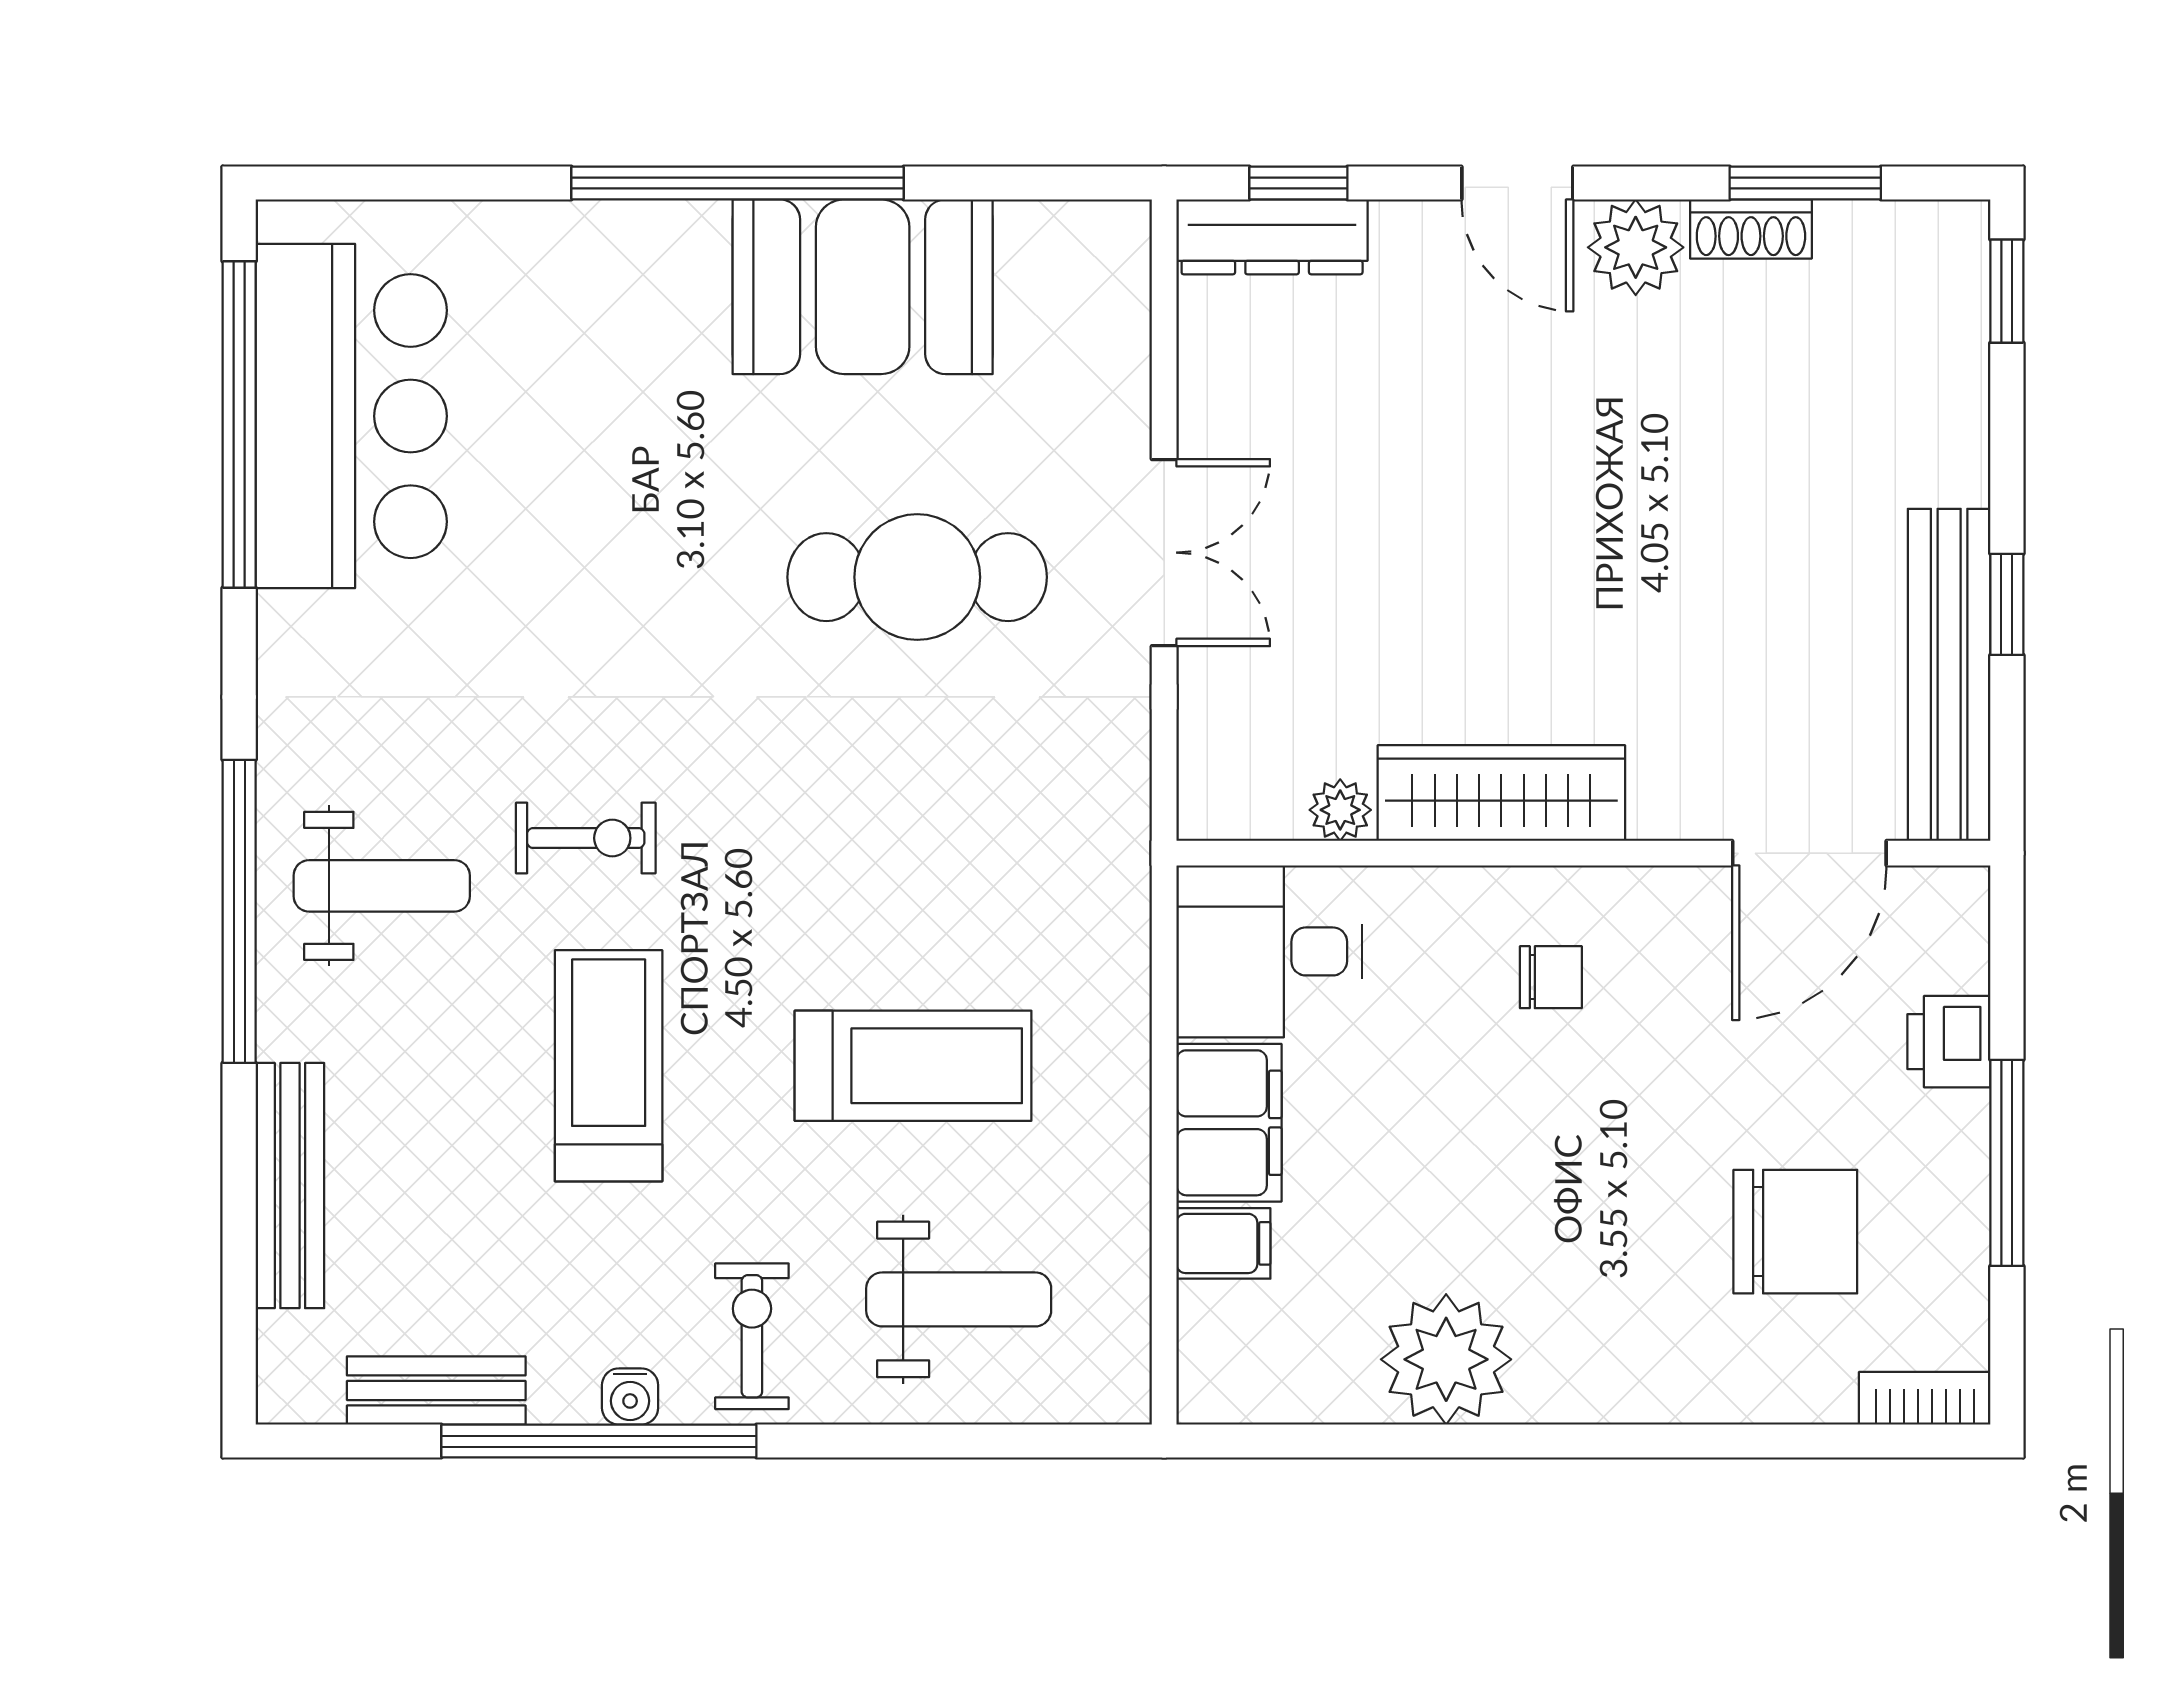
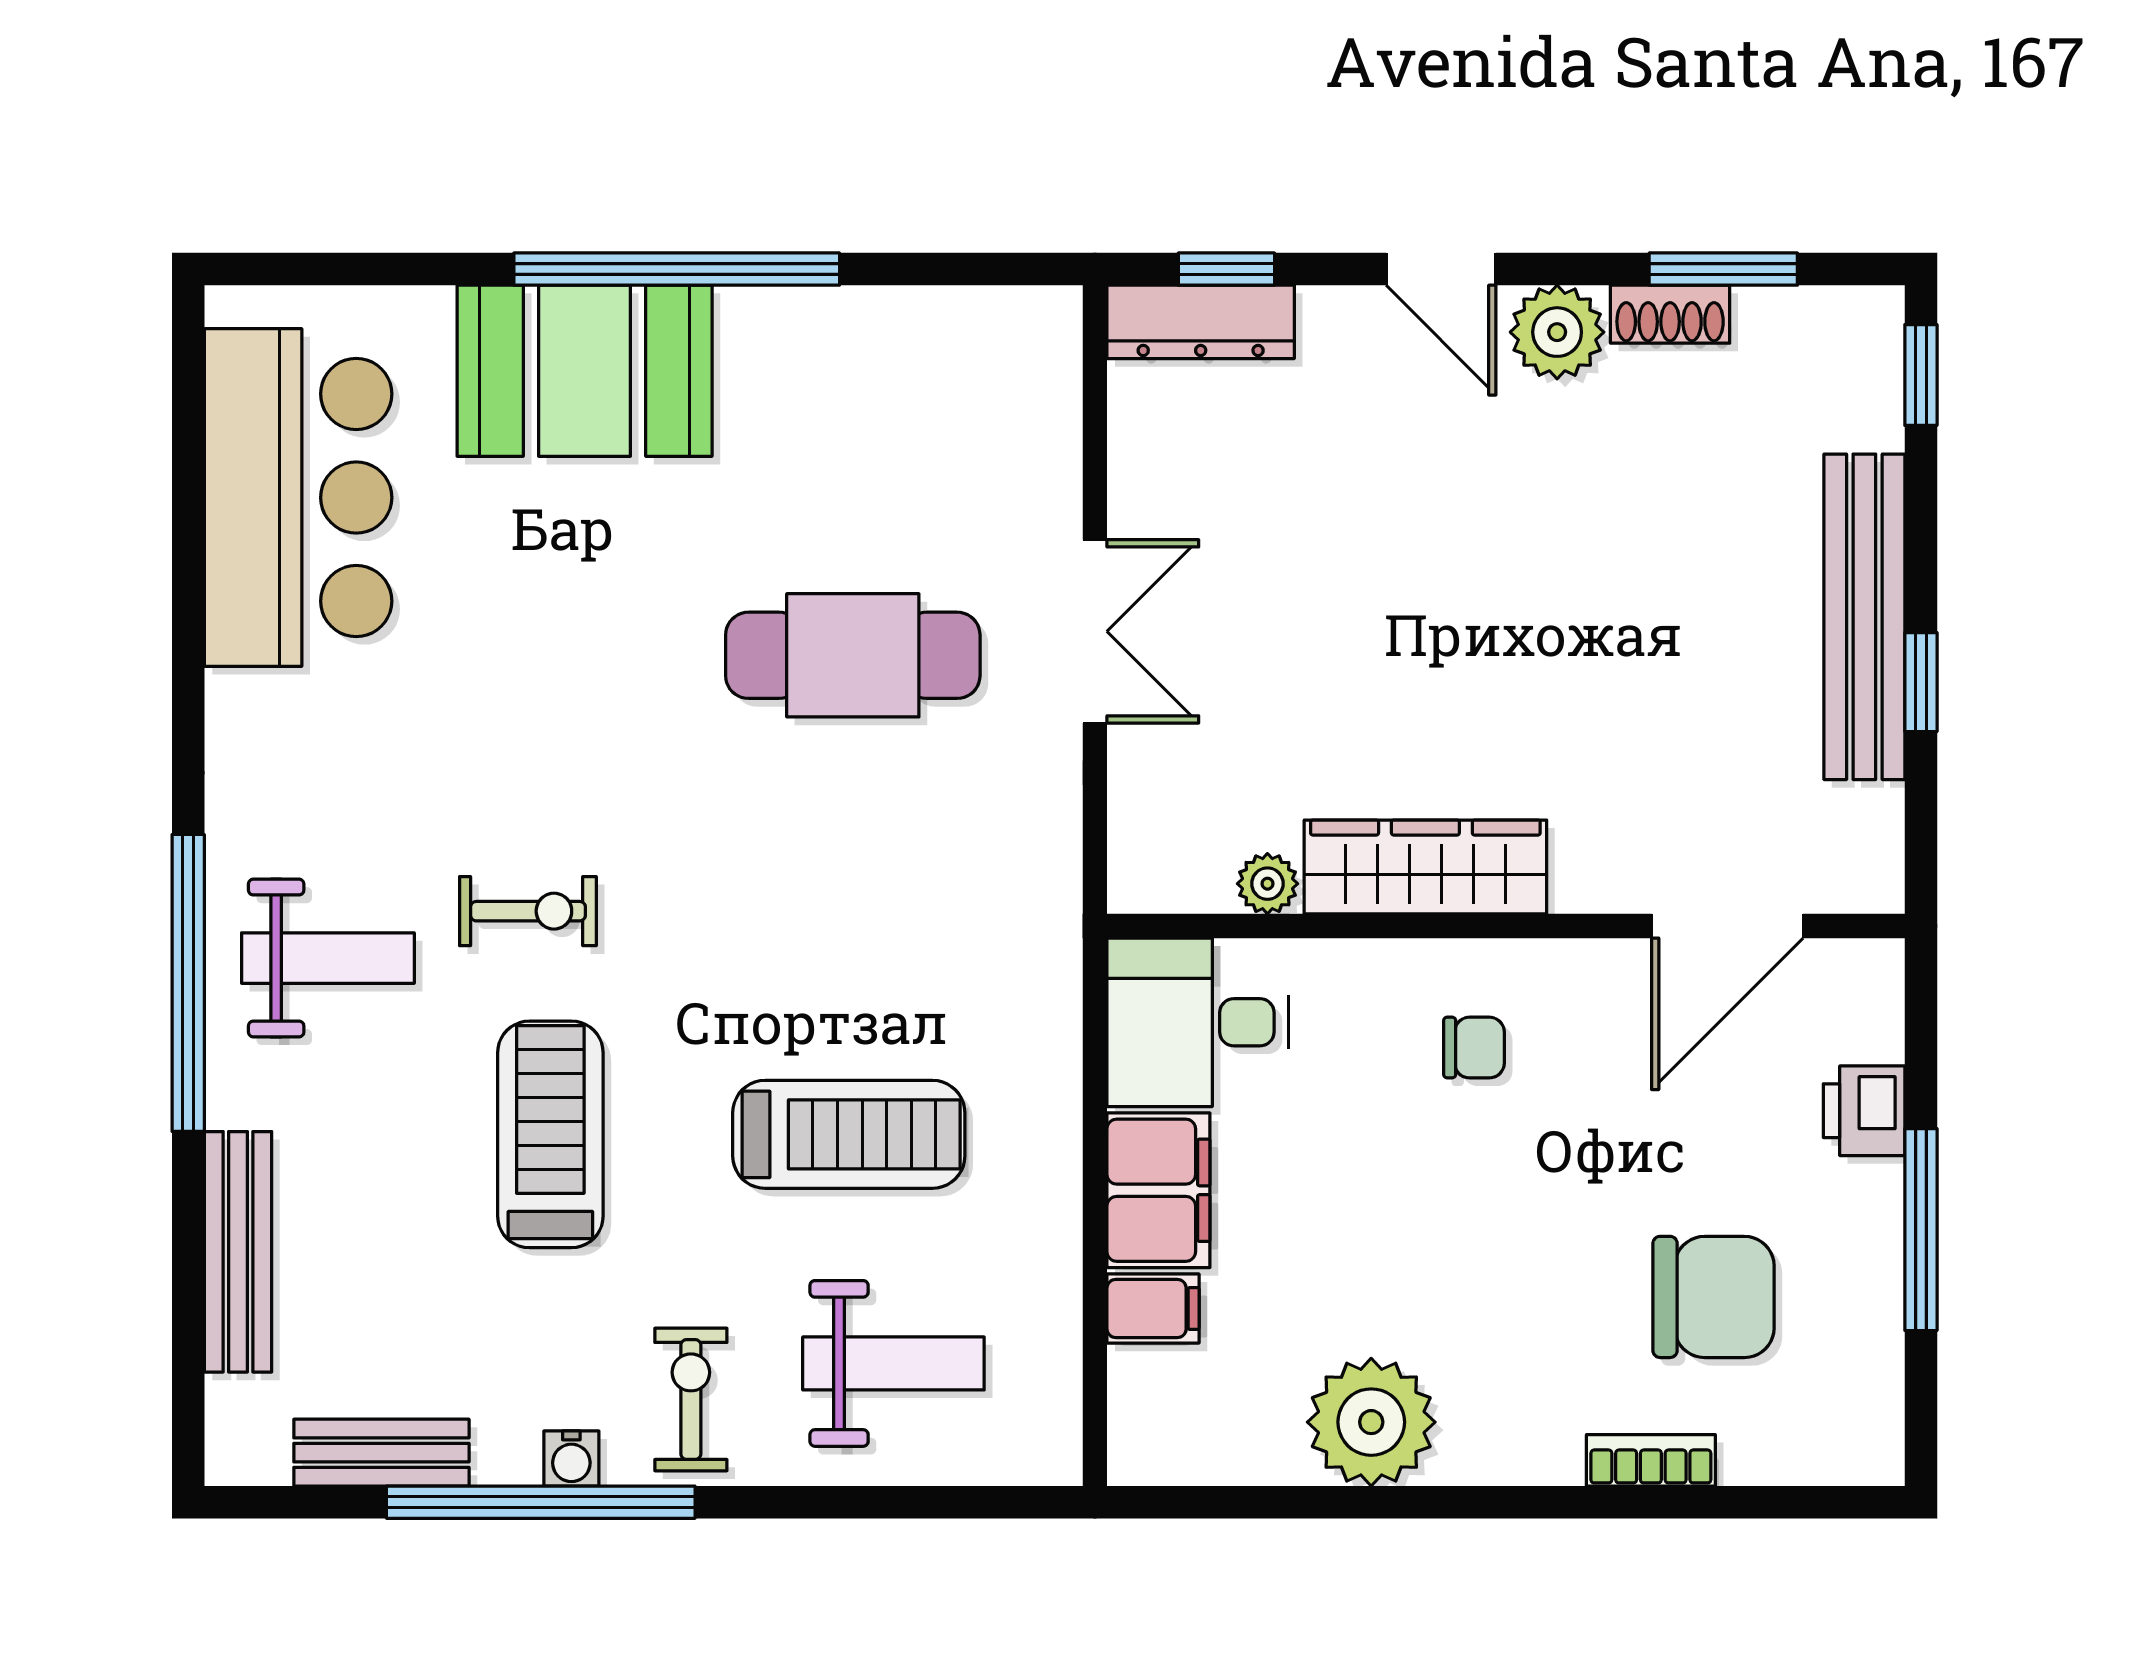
booth: (863, 287) -> (585, 371), moved
window: (239, 424) -> (188, 506), removed
bench: (1949, 675) -> (1864, 617), moved
bookcase: (1925, 1398) -> (1651, 1460), moved

